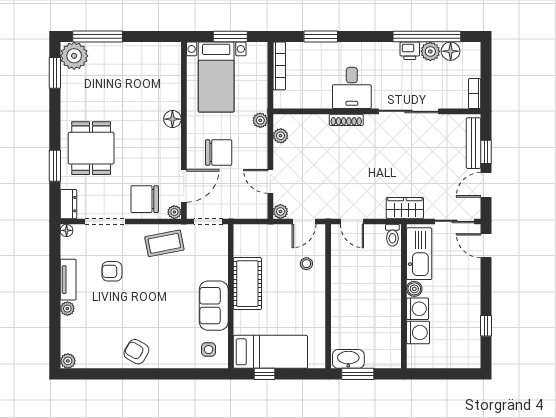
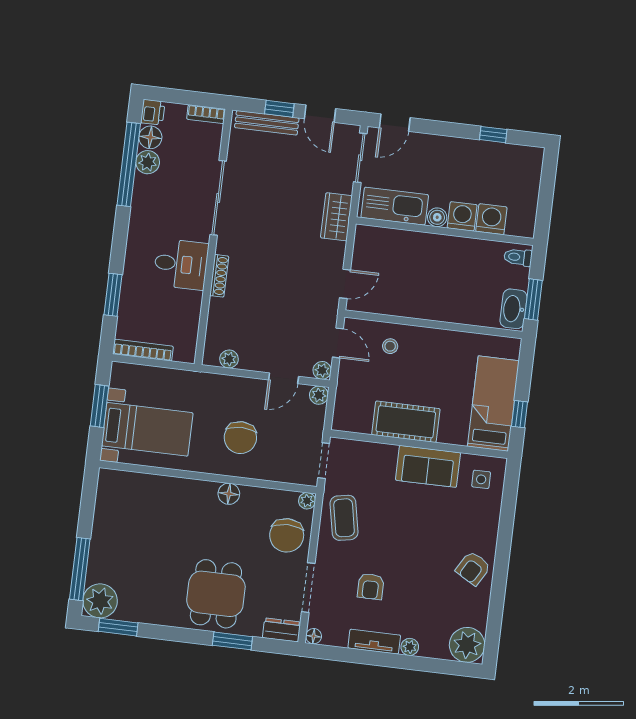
printer: (410, 51) -> (153, 112), moved
floor lamp: (172, 119) -> (229, 494), moved
plant: (260, 120) -> (319, 395), moved
dining table: (91, 148) -> (216, 594), turned 90
chair: (219, 153) -> (240, 438), turned 180
door: (184, 186) -> (276, 485), removed
toilet: (392, 235) -> (518, 257), moved, turned 180
plant: (68, 361) -> (467, 645), width x1.87, depth x1.87

